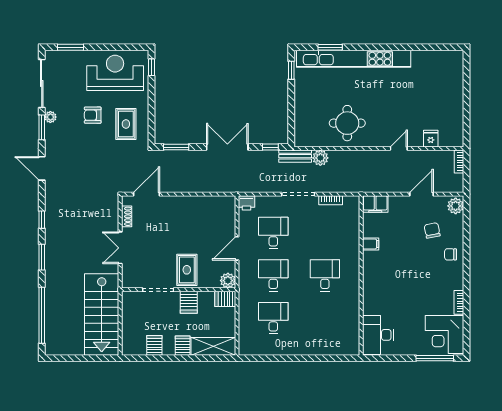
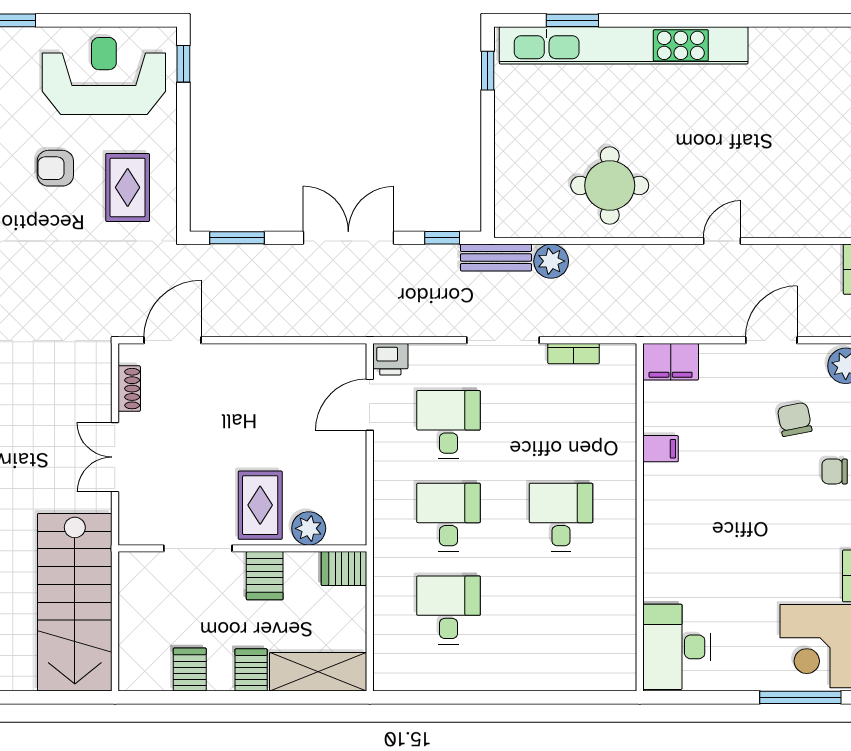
fridge: (431, 139) -> (791, 219), removed
door: (237, 248) -> (370, 405), moved
plant: (228, 281) -> (309, 528), moved

